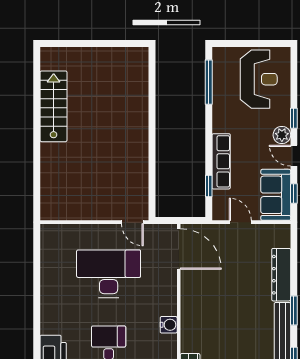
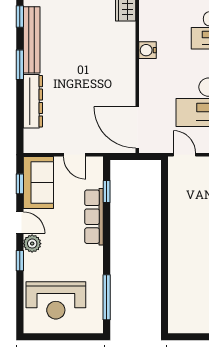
reception desk: (259, 79) -> (56, 300), turned -90

